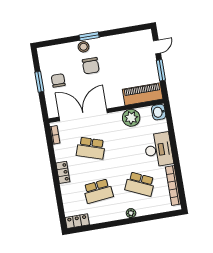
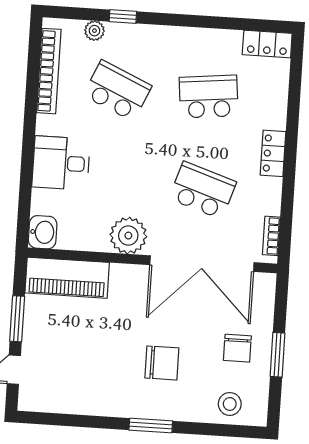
stool: (83, 47) -> (230, 404), moved
chair: (91, 66) -> (162, 363), turned 90
plant: (131, 118) -> (128, 236), moved
desk: (158, 150) -> (61, 163), width x0.73
plant: (131, 213) -> (94, 31), moved
window: (145, 218) -> (123, 16), added

